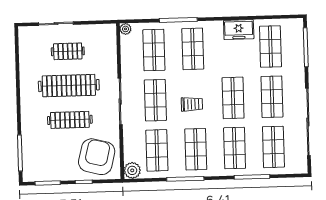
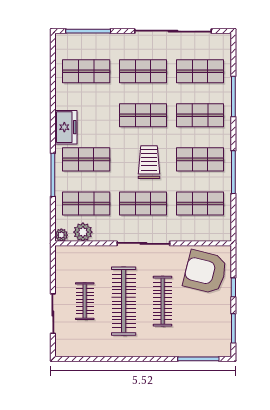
freezer: (239, 30) -> (66, 127), moved
trolley: (192, 104) -> (149, 162), width x1.36, depth x1.39
plant: (132, 170) -> (83, 232), moved

